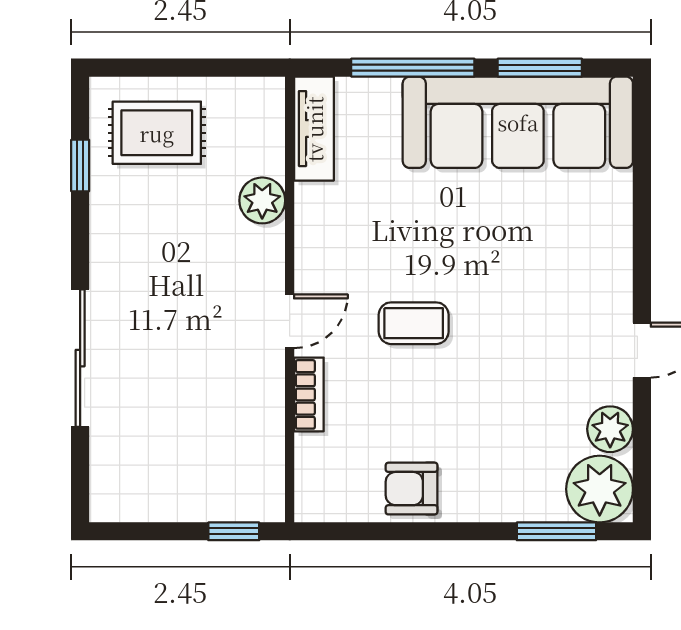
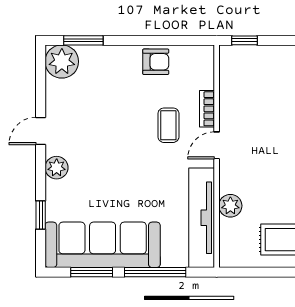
tv unit: (314, 129) -> (202, 218), width x1.92, depth x1.29
window: (642, 182) -> (41, 215), added
coffee table: (414, 323) -> (168, 125), moved, turned 90
plant: (610, 429) -> (57, 168), moved

